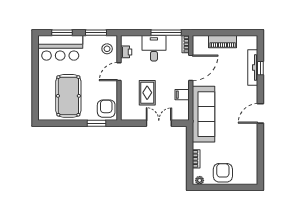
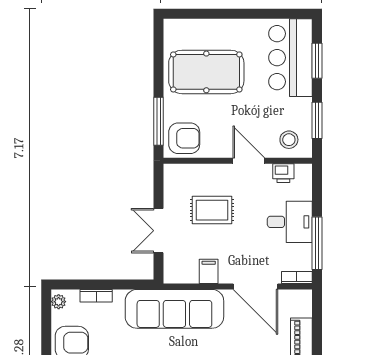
window: (97, 123) -> (158, 121), width x1.44
double door: (159, 123) -> (158, 231), swing flipped

